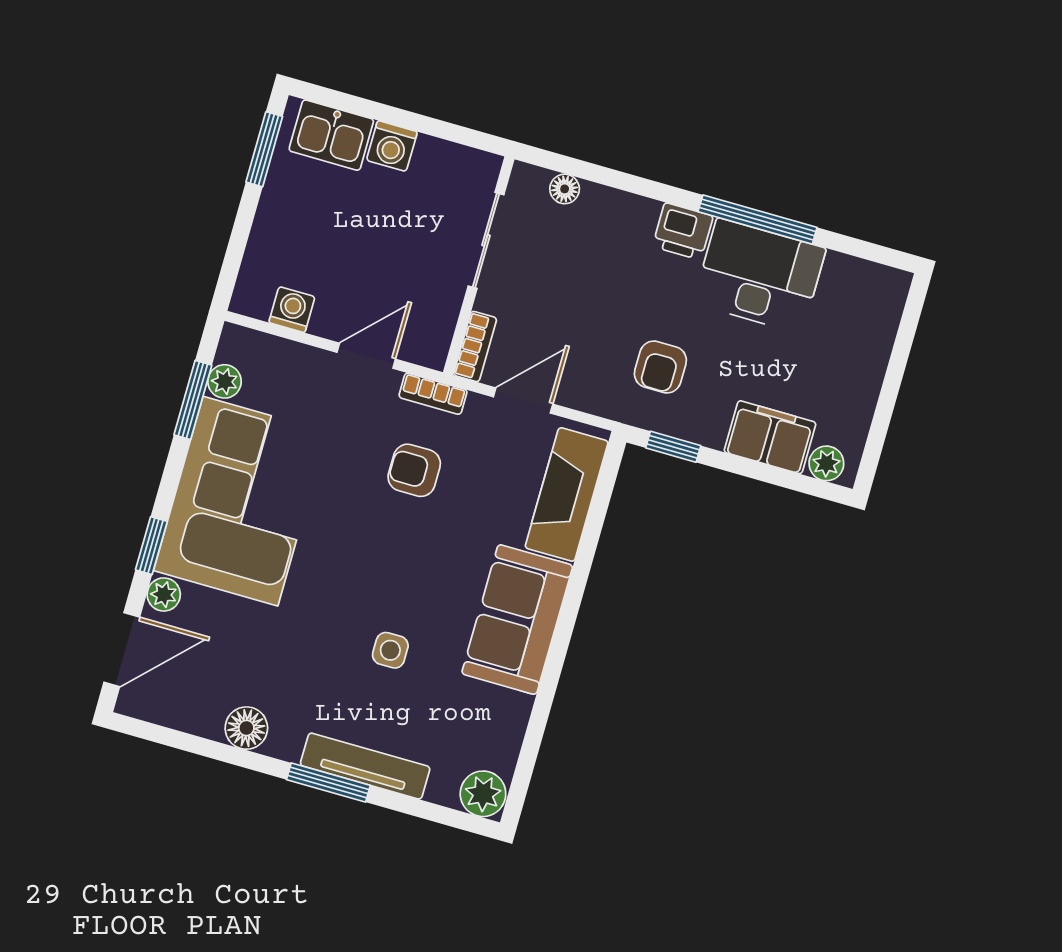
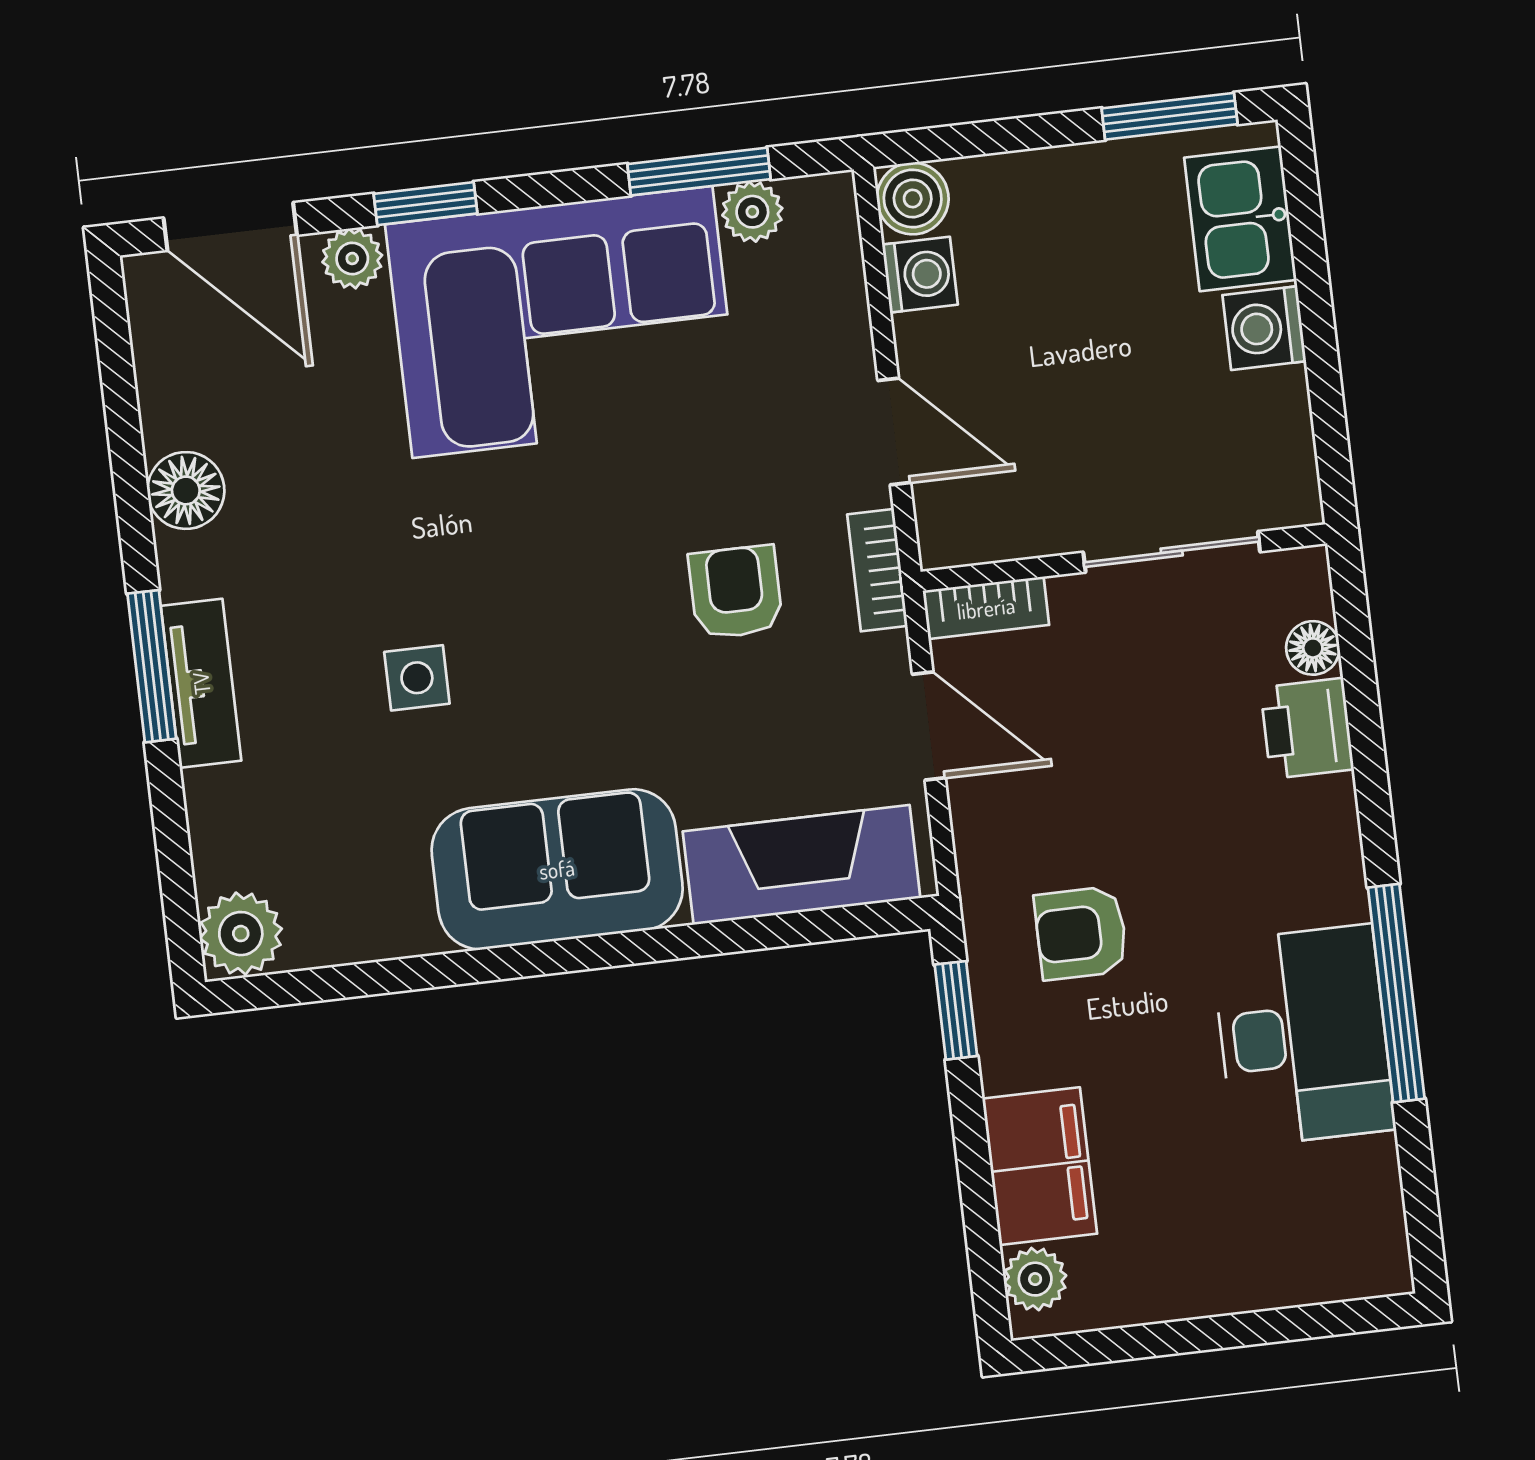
printer: (683, 231) -> (1307, 728), moved
boiler: (252, 297) -> (913, 198), added
tv unit: (365, 766) -> (201, 683), width x0.71

